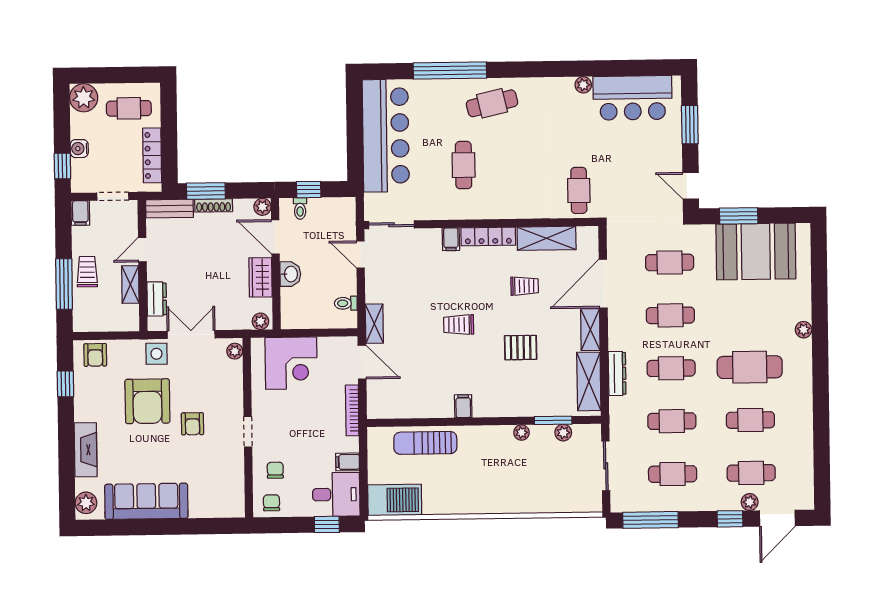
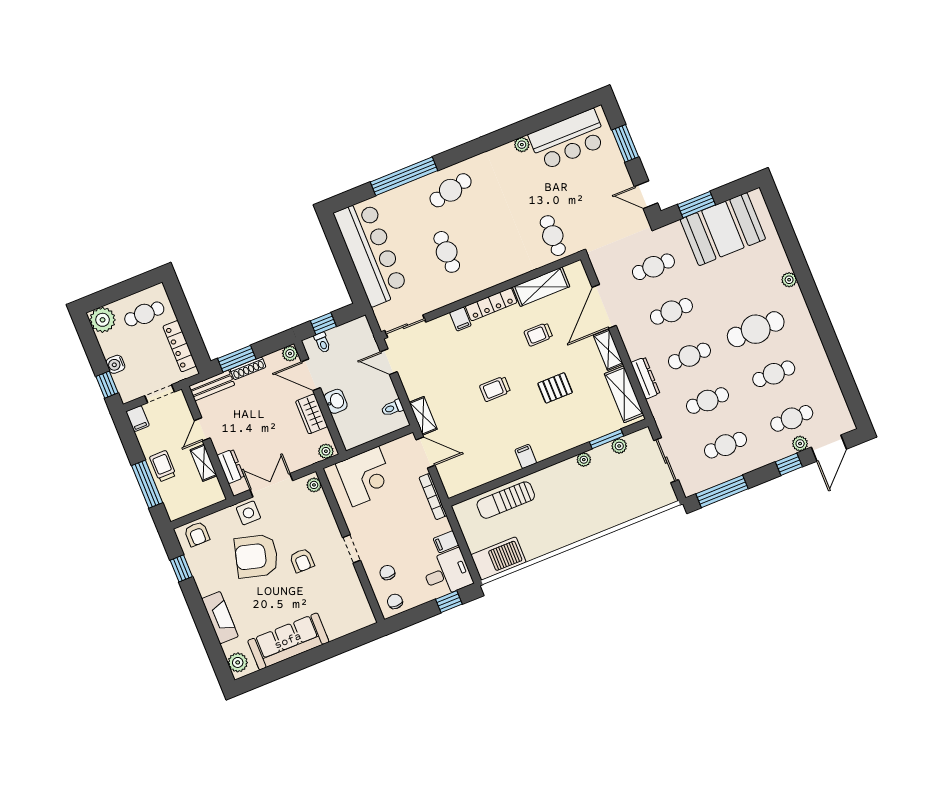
trolley: (525, 286) -> (538, 334), turned 180
armchair: (147, 401) -> (256, 556), turned 105

